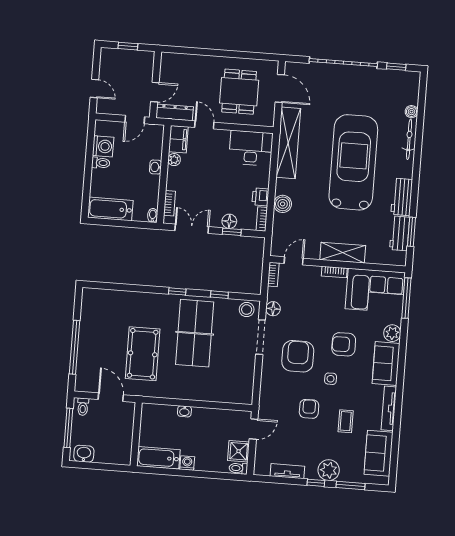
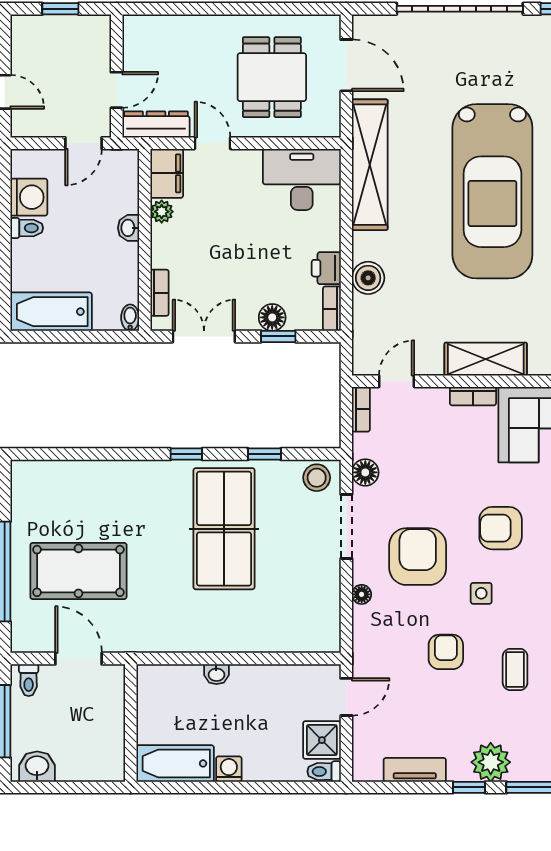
car: (353, 162) -> (492, 191), turned 180
pool table: (143, 354) -> (78, 571), moved, turned 90
floor lamp: (266, 374) -> (362, 594), added

